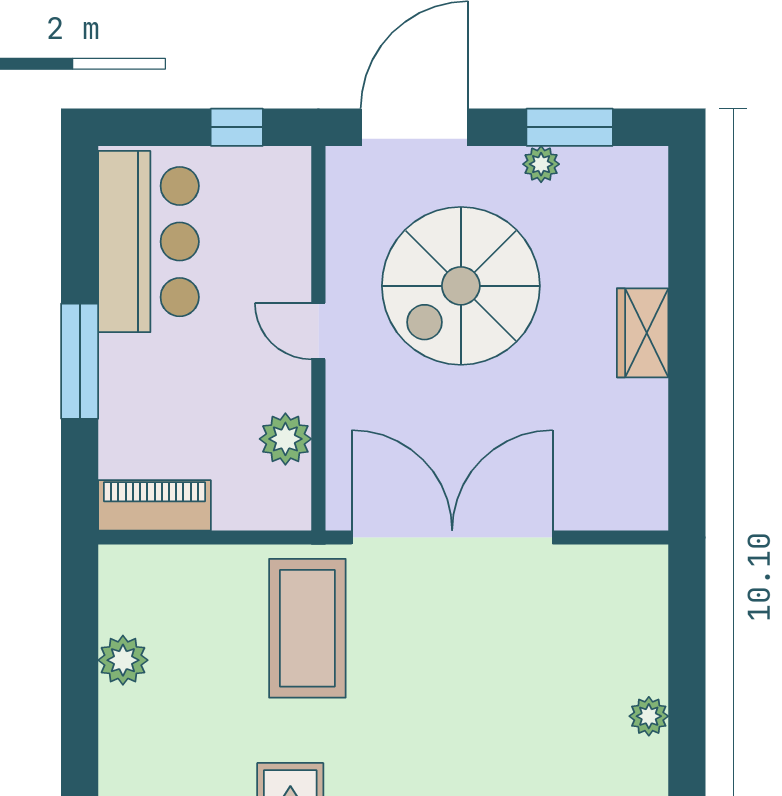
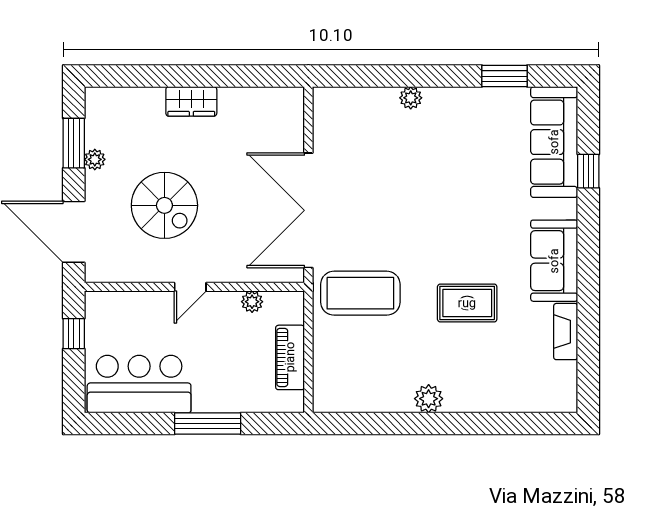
spiral stairs: (461, 286) -> (164, 205), width x0.73, depth x0.73
plant: (285, 439) -> (252, 302), width x0.73, depth x0.73
piano: (155, 505) -> (290, 357), moved
plant: (123, 660) -> (429, 399), moved

